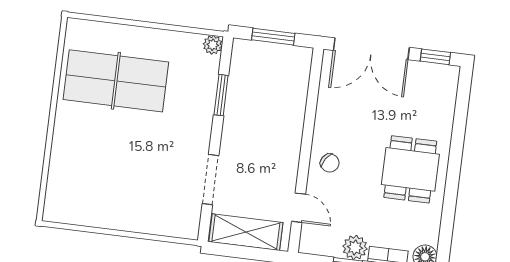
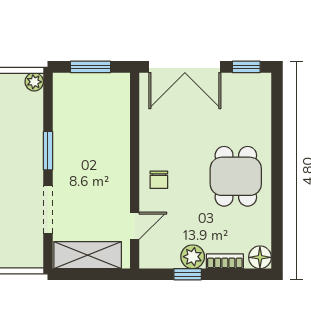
window: (221, 95) -> (48, 151), moved
chair: (330, 163) -> (159, 180), turned 57
door: (299, 208) -> (135, 226), hinge flipped

